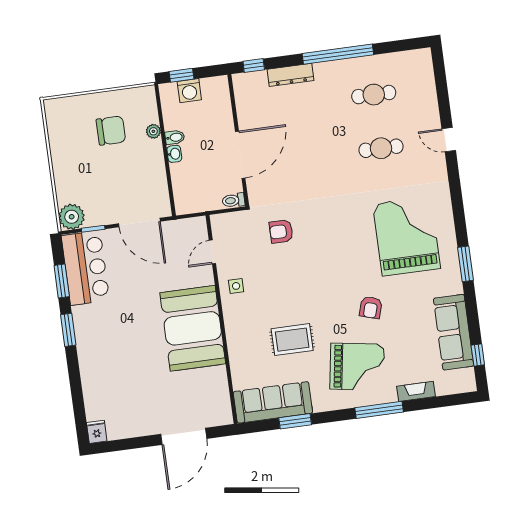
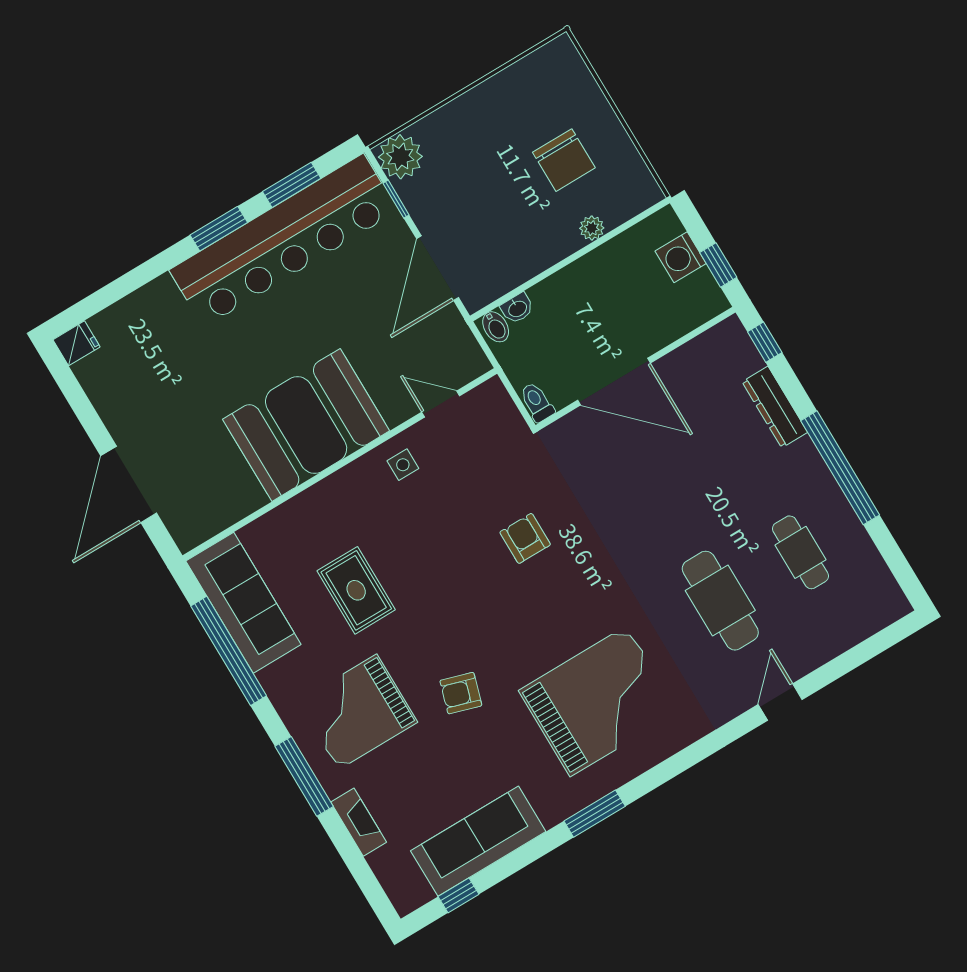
window: (182, 75) -> (718, 265), moved
bidet: (175, 137) -> (496, 327), moved
cafe table: (381, 148) -> (720, 601), width x1.37, depth x1.35
washbasin: (174, 154) -> (517, 308), moved
armchair: (281, 231) -> (525, 538), moved
bar counter: (85, 268) -> (284, 241), width x1.86
grand piano: (357, 367) -> (358, 712), turned 81
window: (295, 421) -> (229, 651), width x2.11
door: (184, 436) -> (129, 484), hinge flipped

